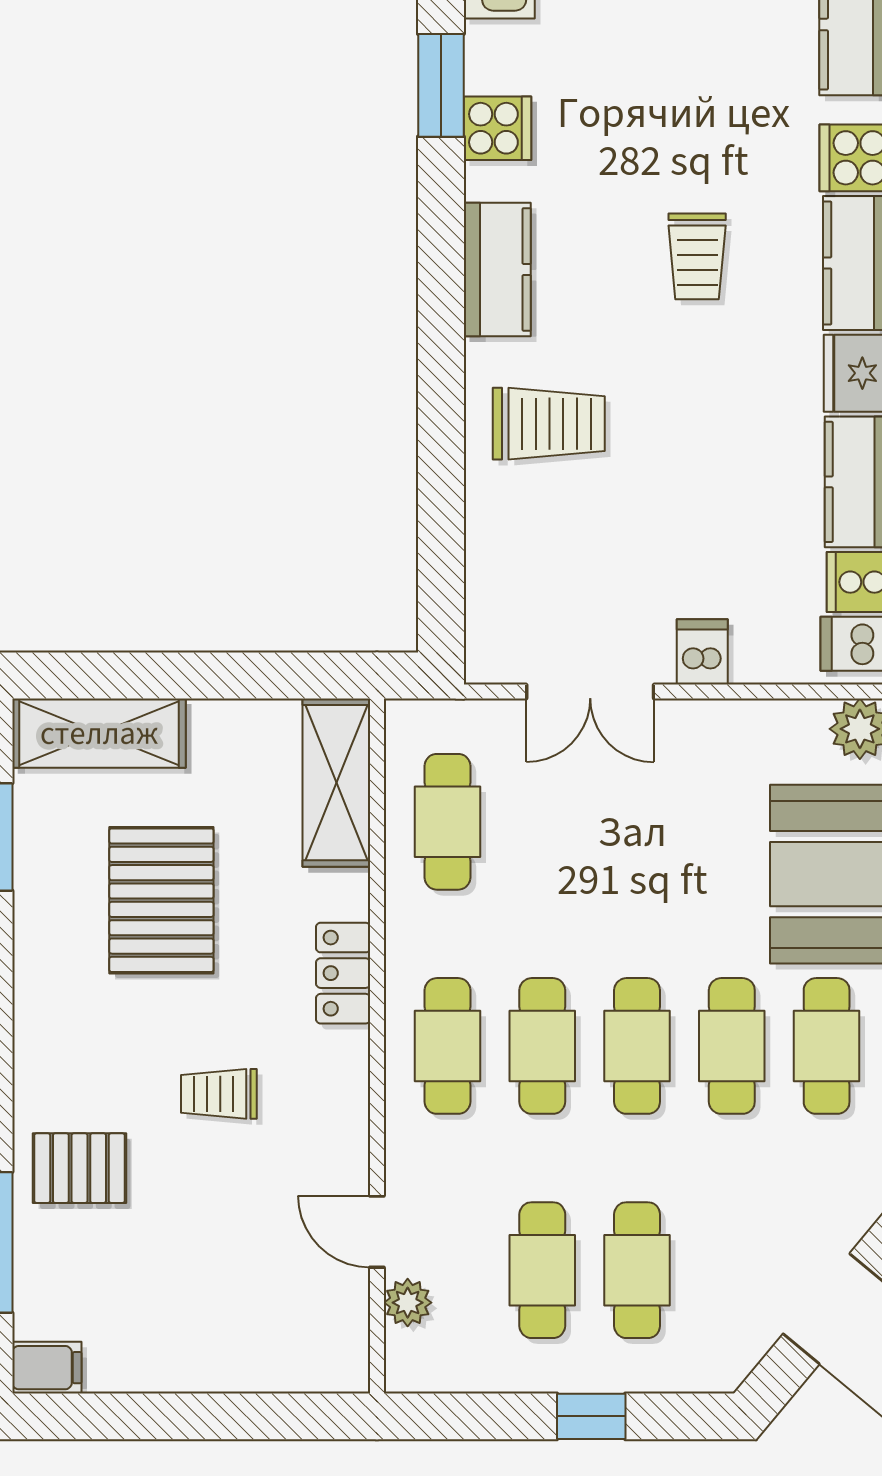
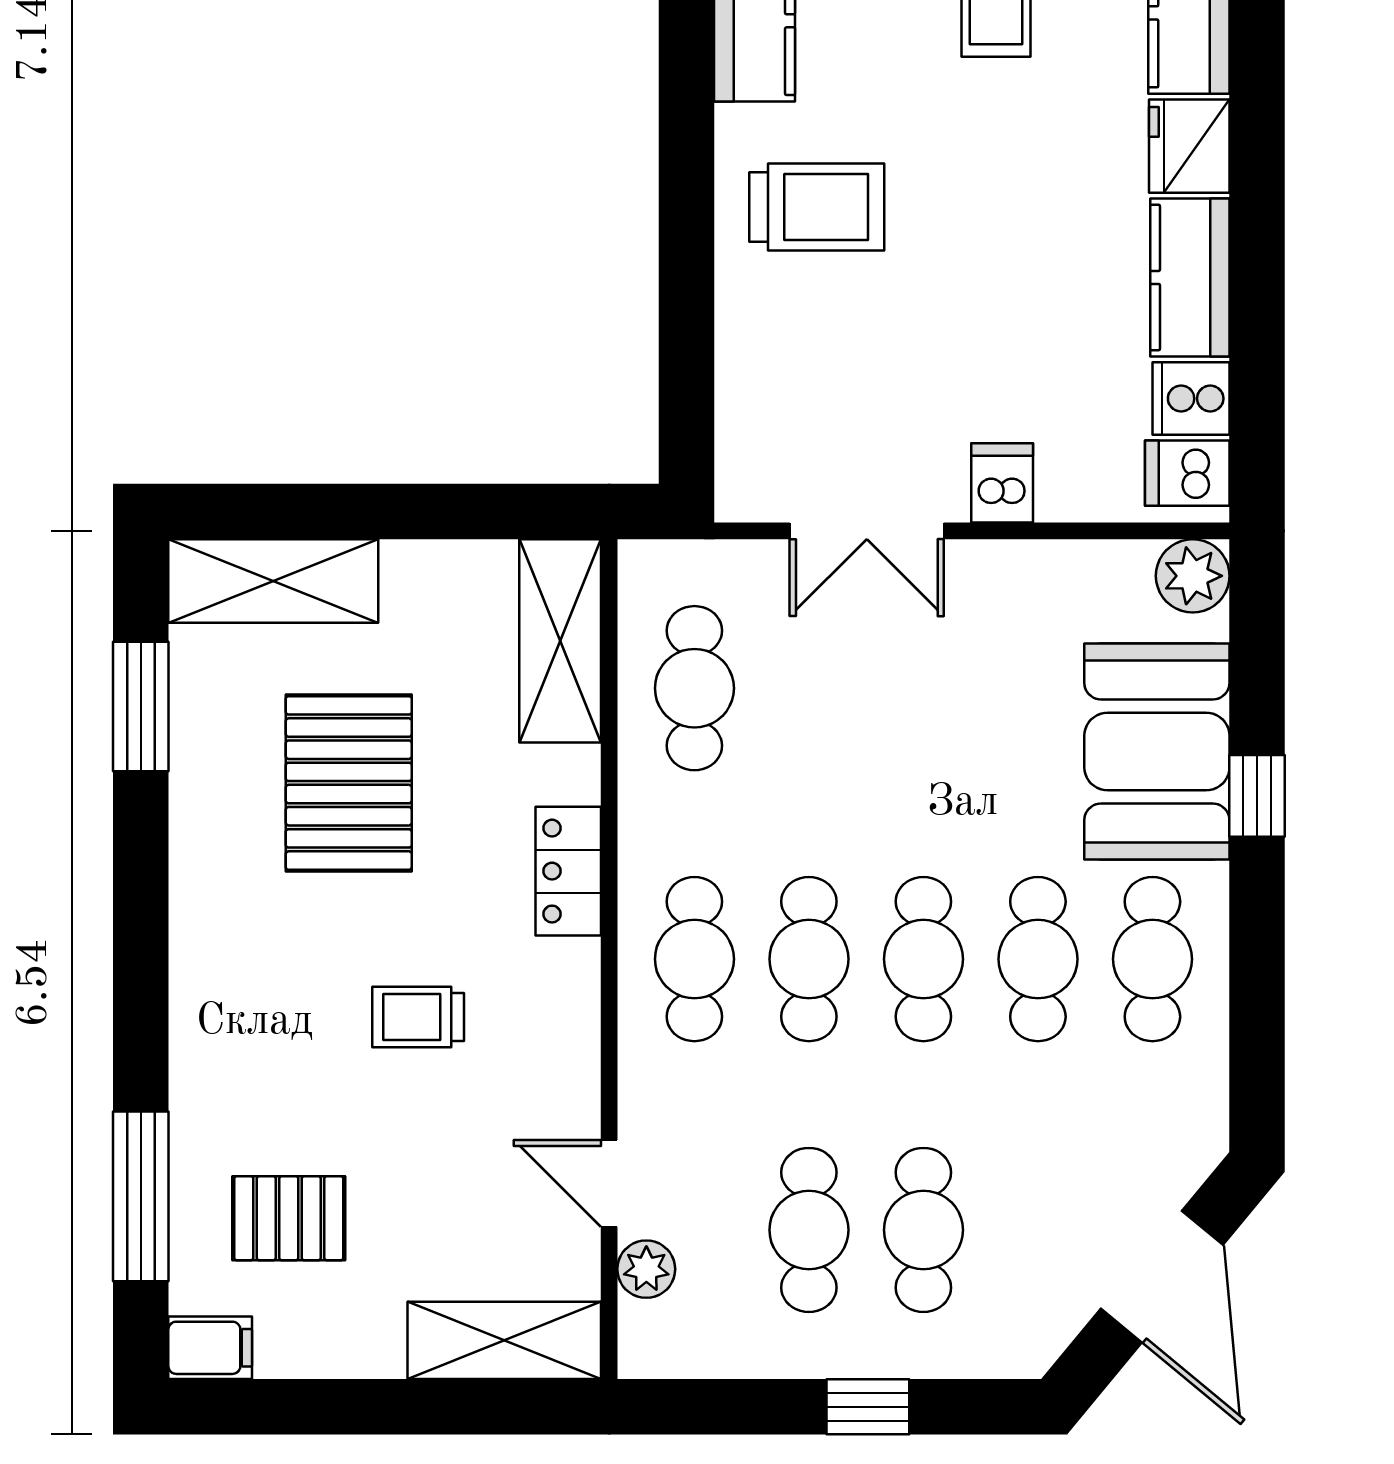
pallet: (79, 1168) -> (289, 1218), moved
shelving: (290, 1362) -> (504, 1340), added

